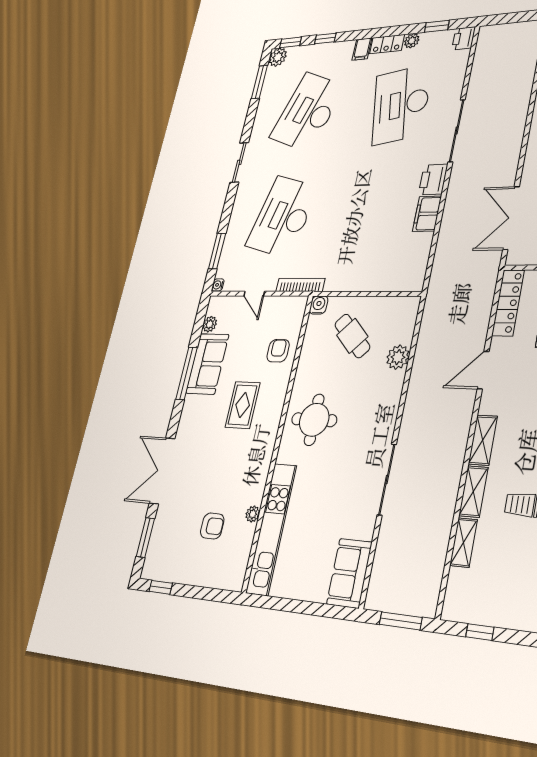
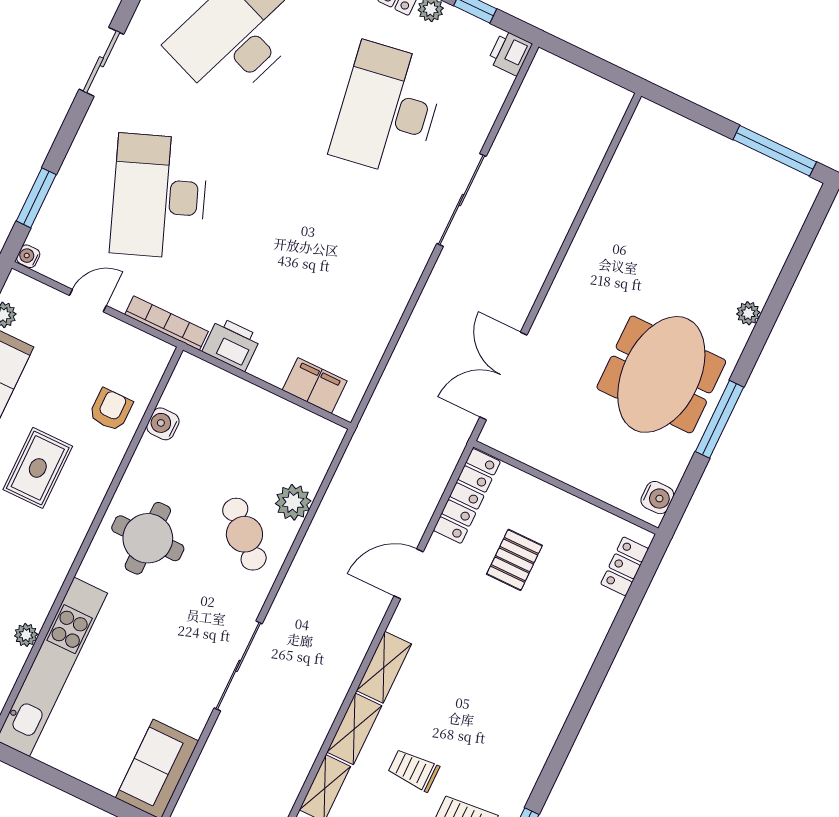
printer: (433, 179) -> (232, 344), moved, turned 90
filing cabinet: (427, 214) -> (315, 386), moved, turned 90
desk: (283, 217) -> (159, 196), turned -36
door: (254, 294) -> (88, 301), swing flipped
water cooler: (319, 305) -> (163, 424), moved, turned -90
cafe table: (352, 336) -> (244, 534), moved

